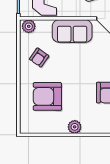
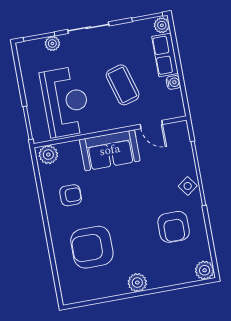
armchair: (39, 57) -> (71, 195), turned -125

